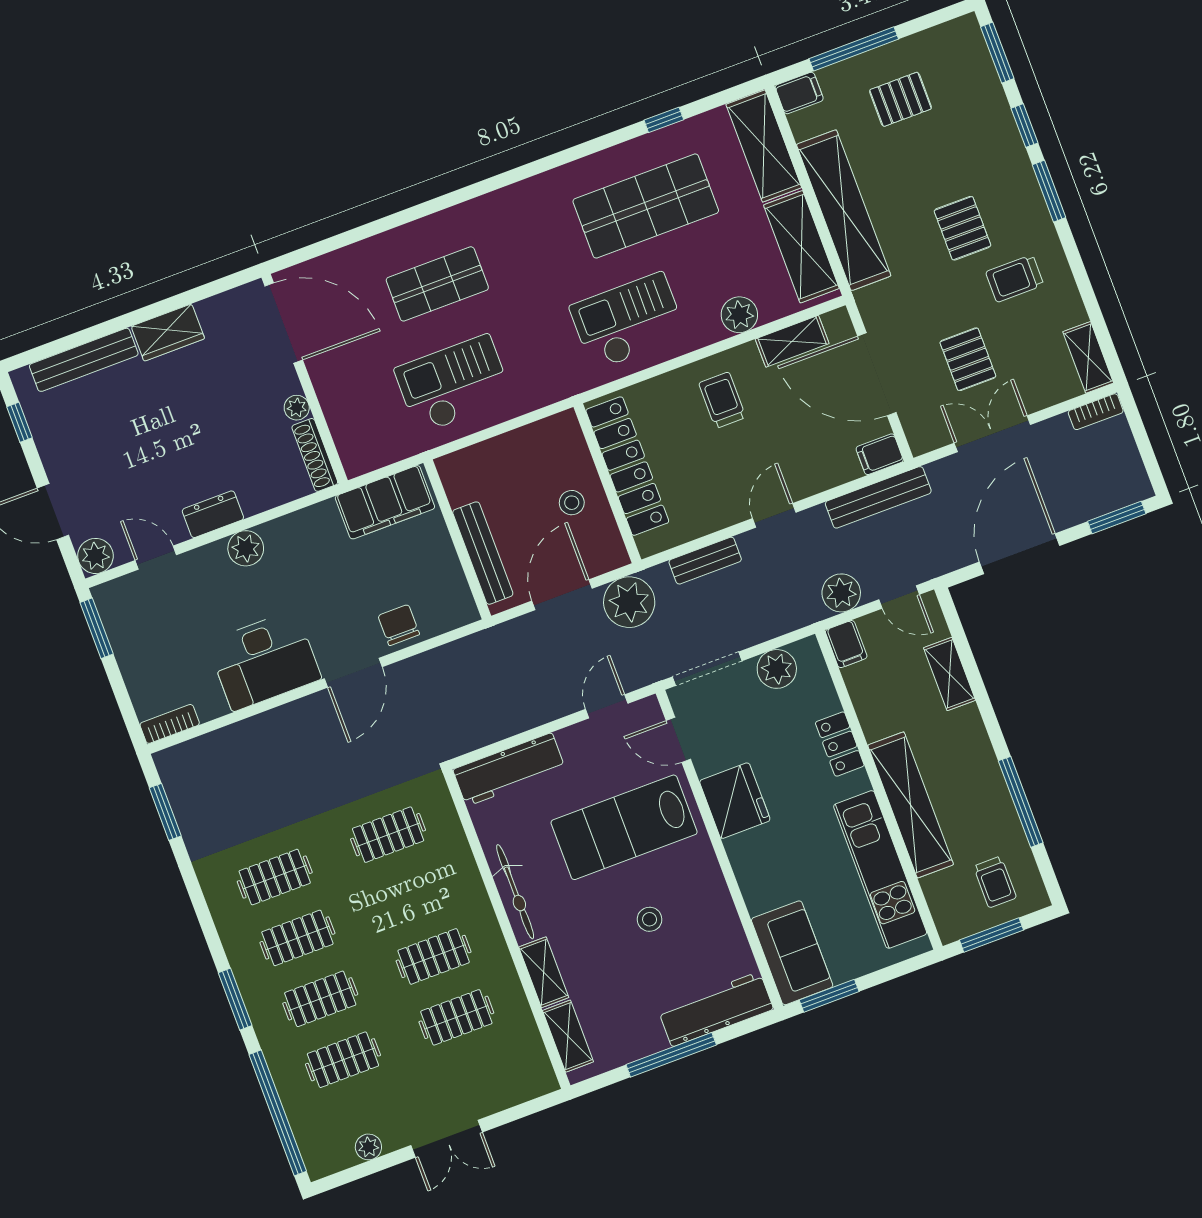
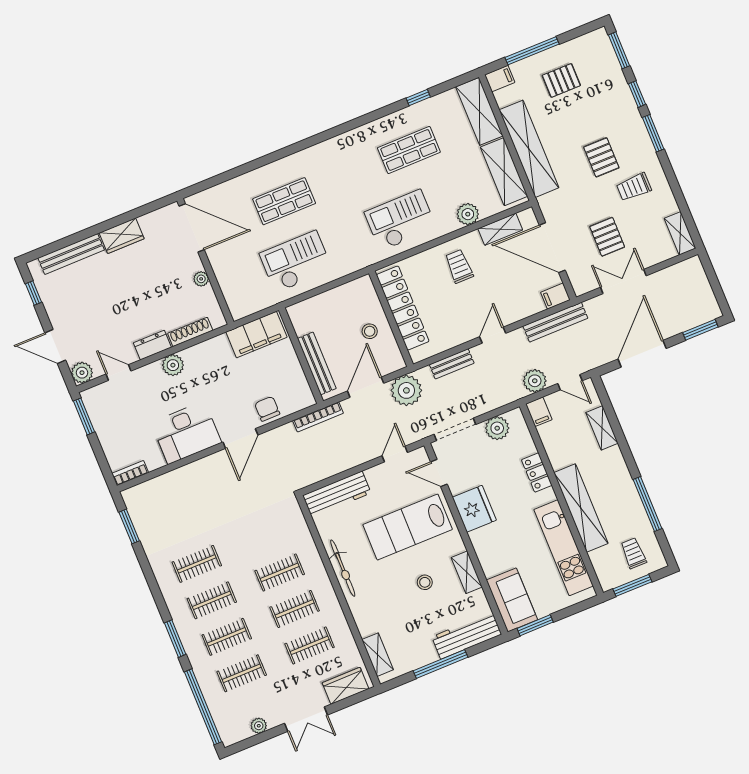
shop shelf: (646, 206) -> (409, 150), width x0.70, depth x0.74
bookcase: (1096, 412) -> (318, 417), moved, width x1.56
shoe rack: (315, 455) -> (190, 332), moved, turned 90
clothes rail: (388, 835) -> (280, 572), moved
trolley: (995, 882) -> (633, 553), turned 180
shelving: (544, 972) -> (467, 572), moved
wardrobe: (513, 1086) -> (345, 686), added

